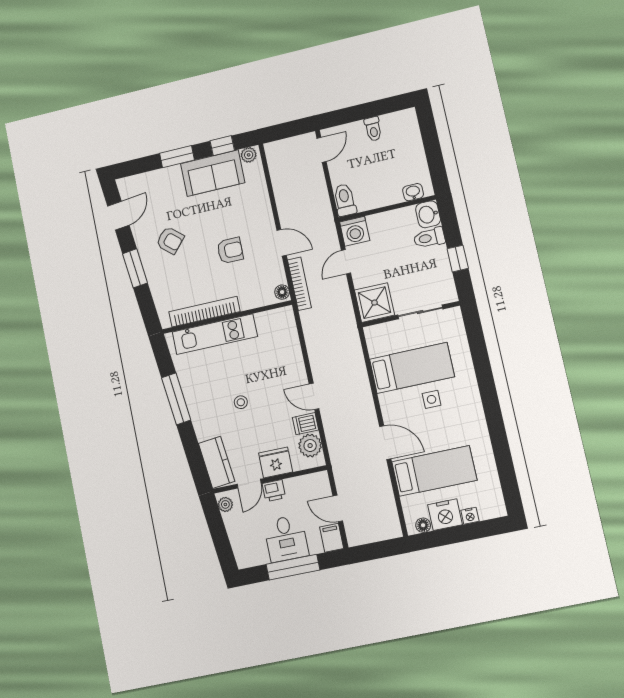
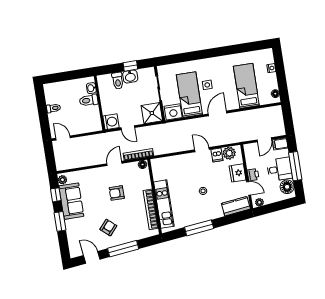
toilet: (345, 200) -> (89, 100), moved
washbasin: (428, 214) -> (130, 76), moved
armchair: (230, 250) -> (117, 193), turned -90
window: (135, 268) -> (123, 249), width x1.44
door: (314, 396) -> (202, 150), swing flipped
door: (385, 443) -> (218, 113), moved
nightstand: (445, 515) -> (173, 112), moved, turned 90
floor lamp: (255, 554) -> (287, 187), added

